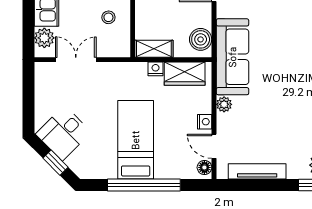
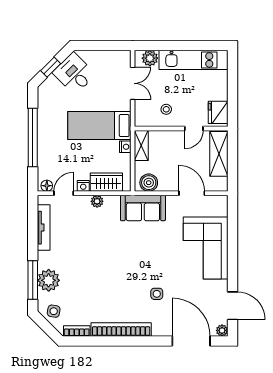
sofa: (233, 57) -> (143, 208), width x0.73
wardrobe: (185, 74) -> (106, 182), moved, turned 90
bed: (136, 140) -> (99, 126), moved, turned 180

